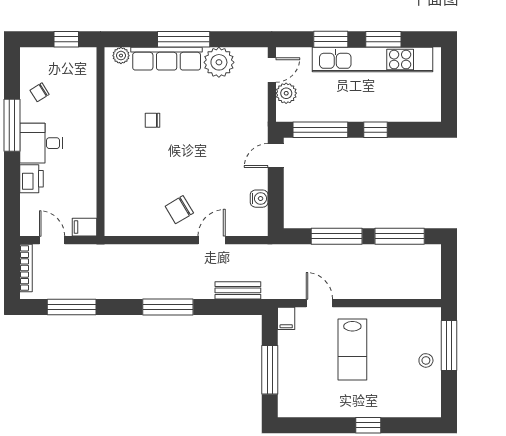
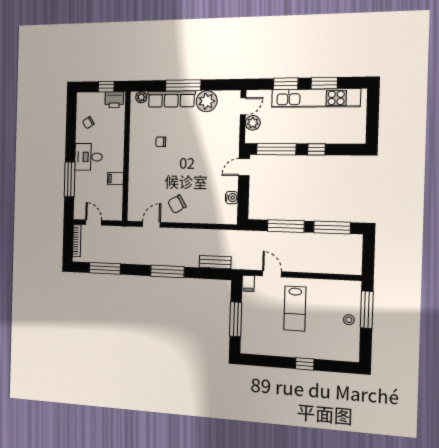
window: (12, 125) -> (70, 179), moved
printer: (32, 179) -> (114, 100), moved, turned 90
filing cabinet: (85, 227) -> (115, 179), moved
door: (212, 240) -> (151, 224), moved

